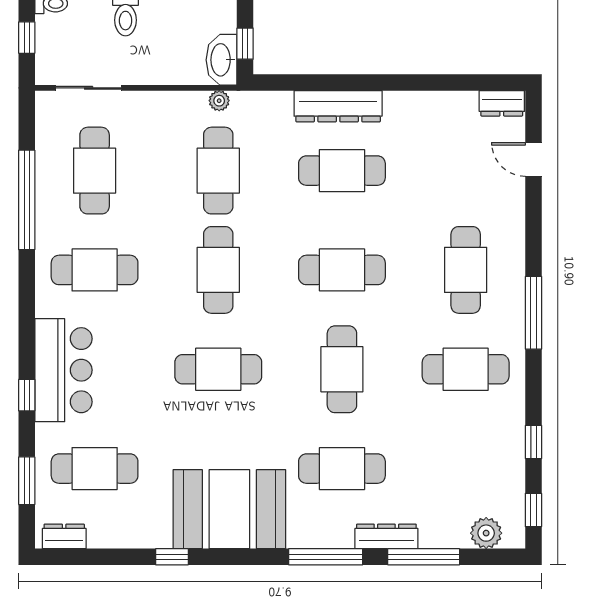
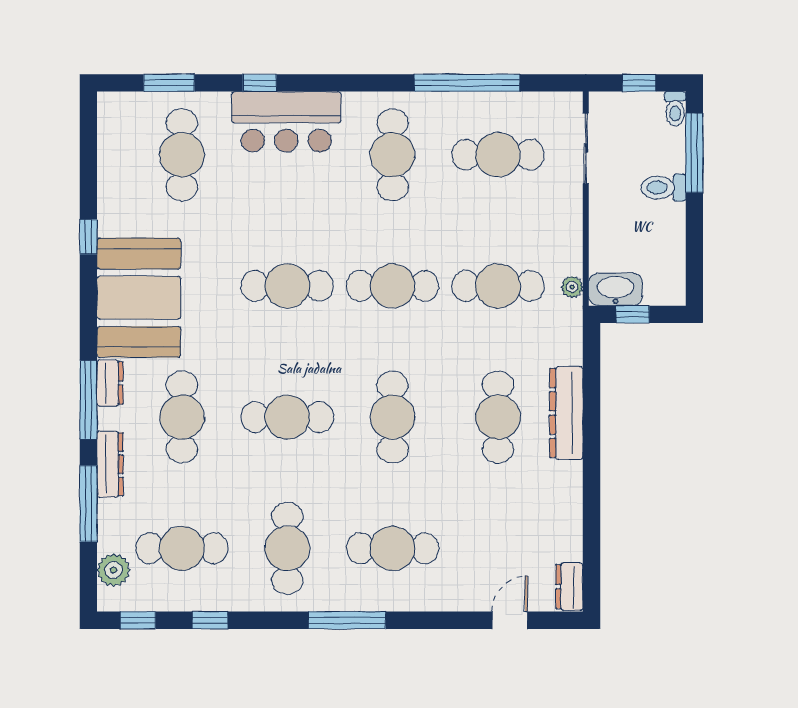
cafe table: (218, 369) -> (287, 286), turned 90
cafe table: (466, 469) -> (182, 548), added
dresser: (64, 536) -> (110, 383), moved

